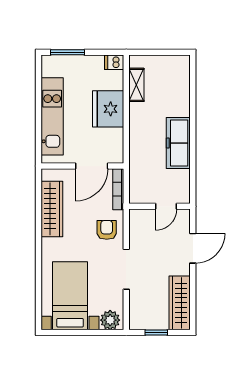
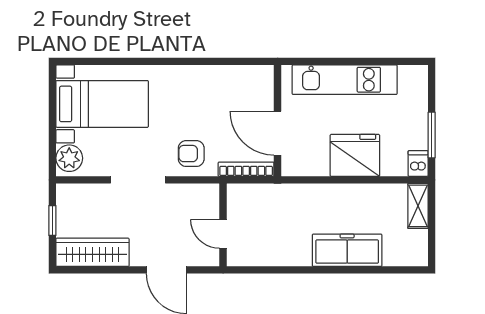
window: (67, 52) -> (432, 135), moved
shelving: (136, 85) -> (418, 206), moved, turned 90
freezer: (178, 143) -> (347, 250), moved
wardrobe: (52, 209) -> (220, 79), removed
armchair: (107, 230) -> (191, 154), turned 180

